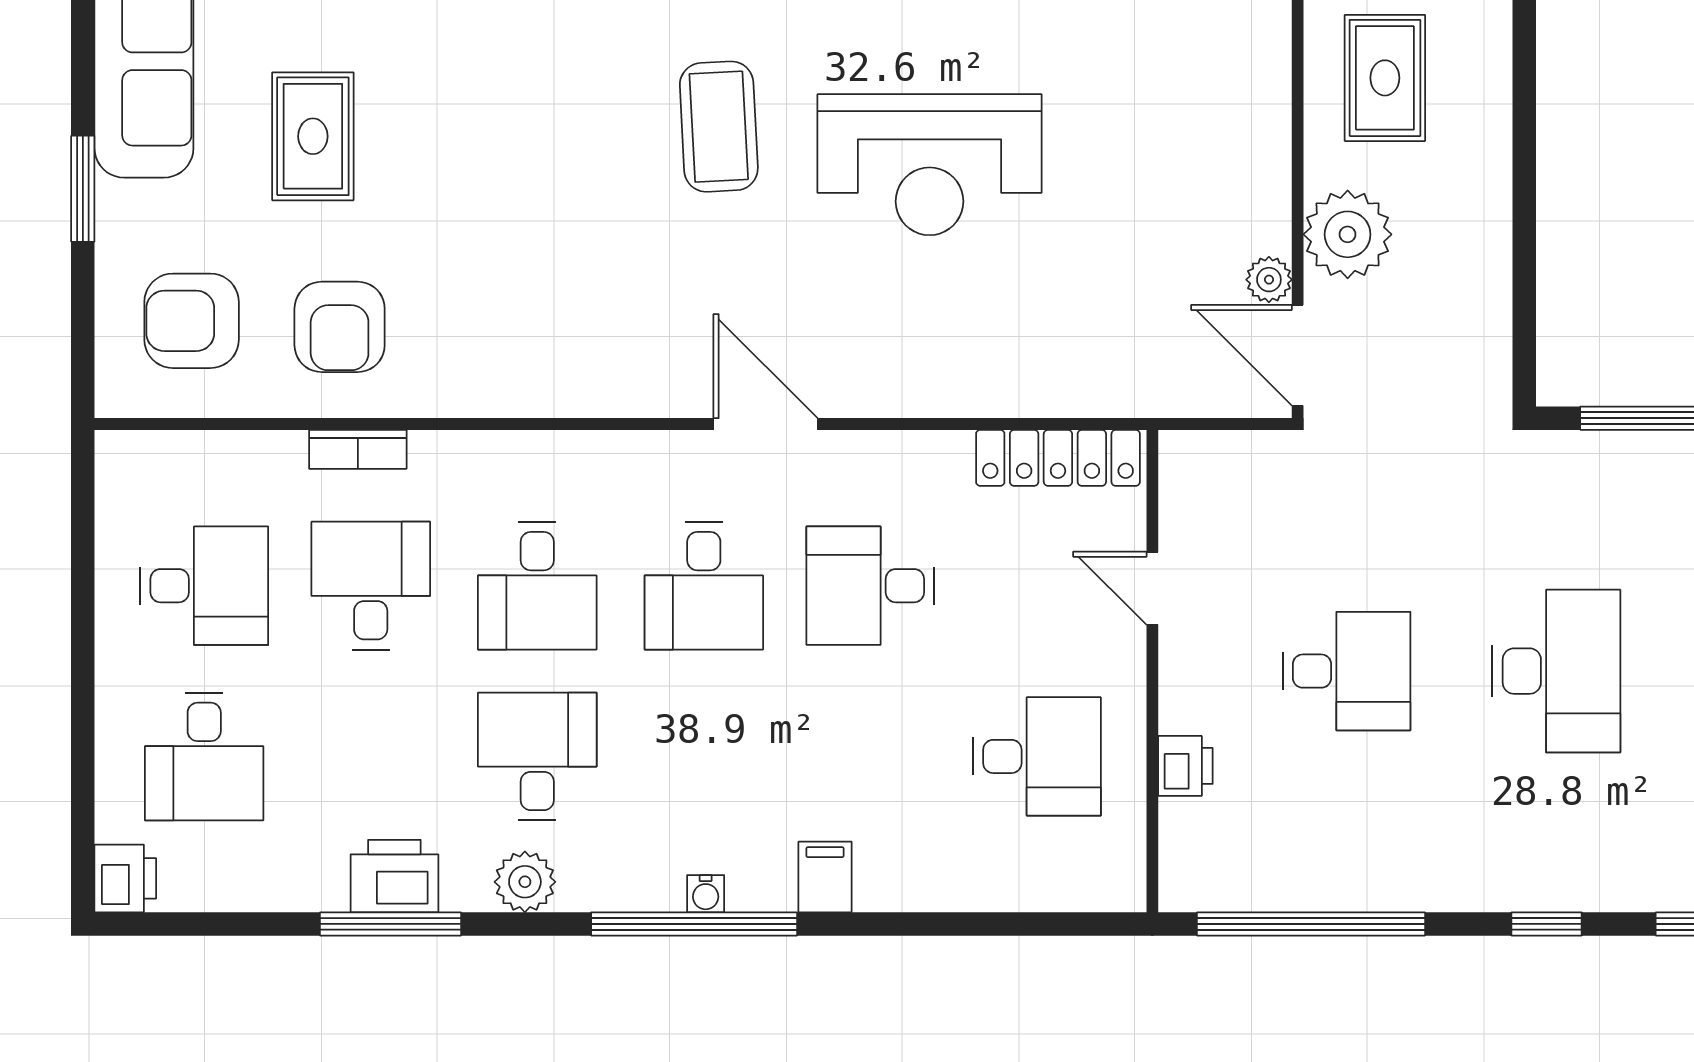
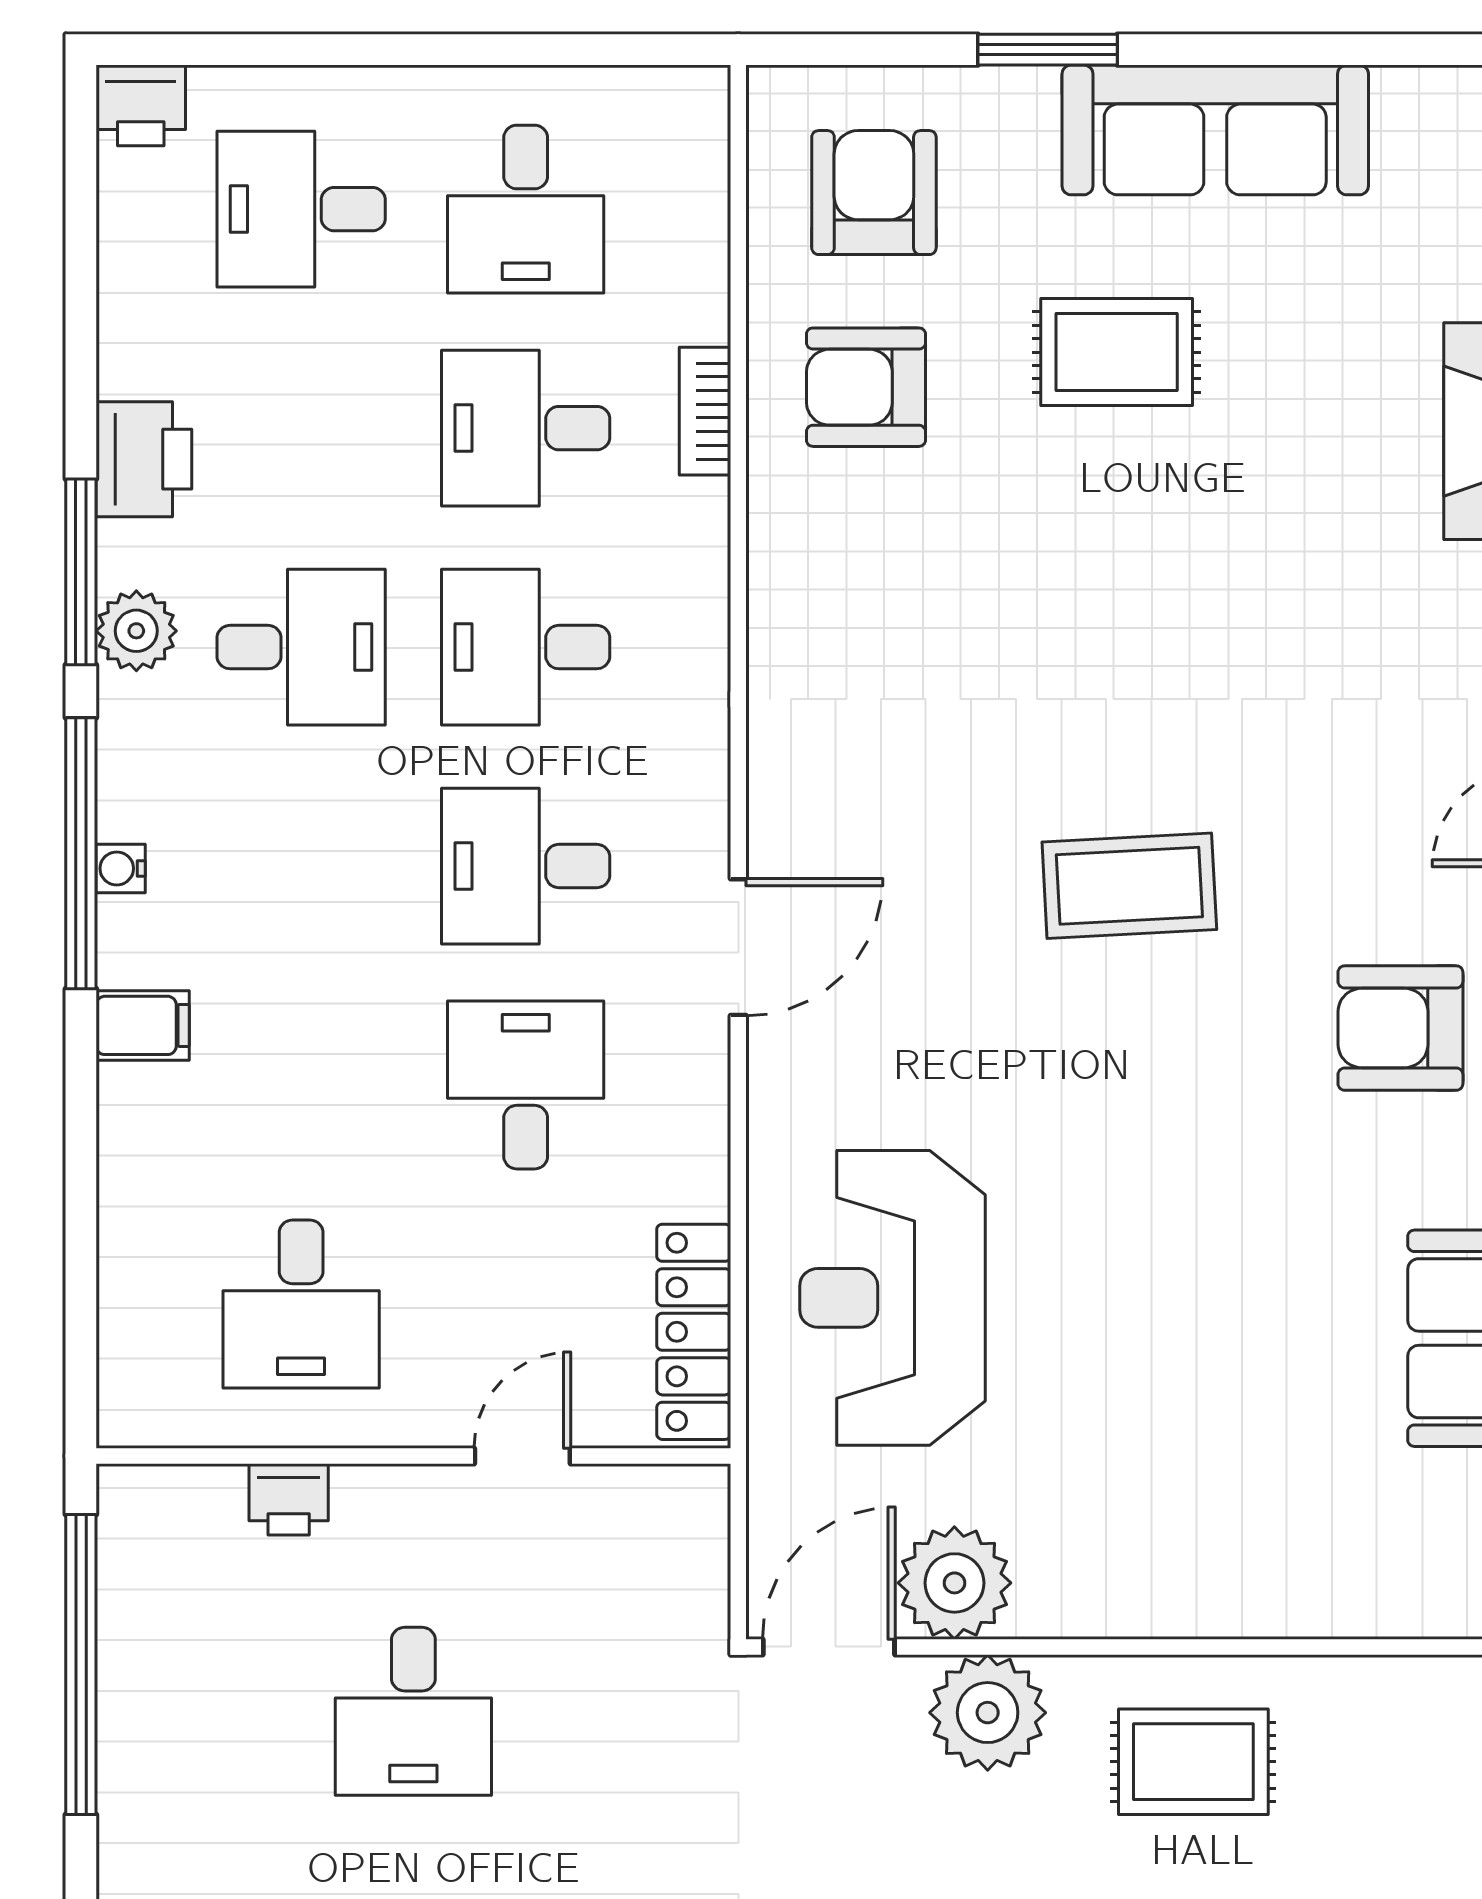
reception desk: (930, 165) -> (892, 1298), moved
plant: (1269, 280) -> (954, 1583), width x1.87, depth x1.87
desk: (371, 586) -> (526, 428), turned 180
window: (391, 924) -> (81, 572), moved

